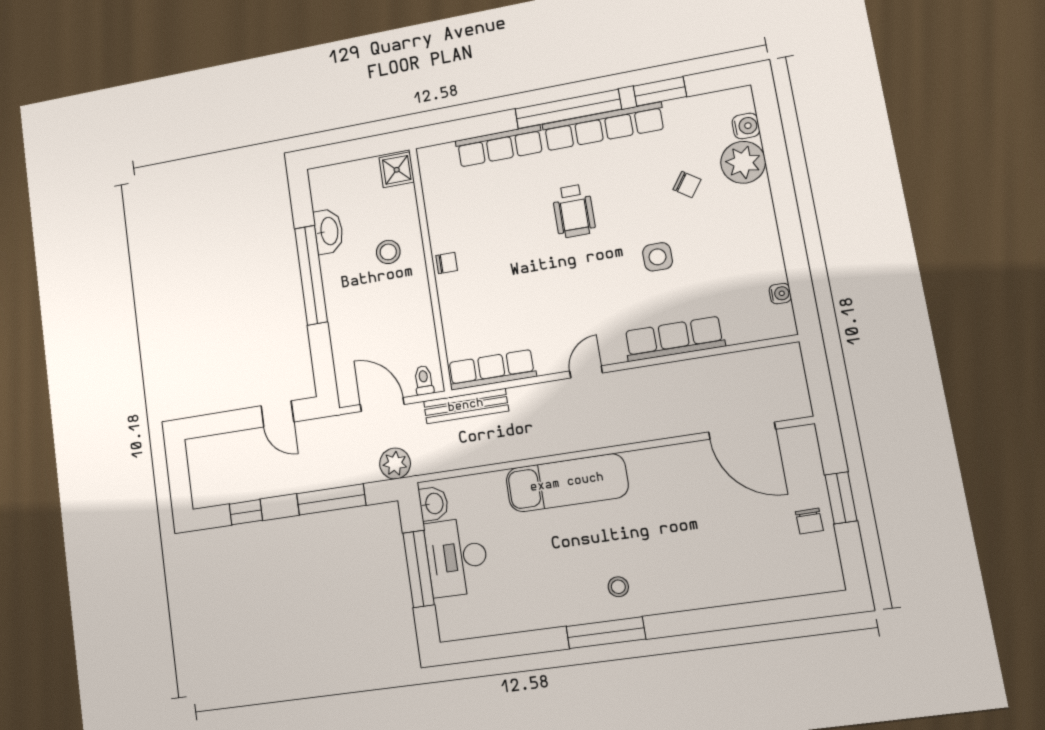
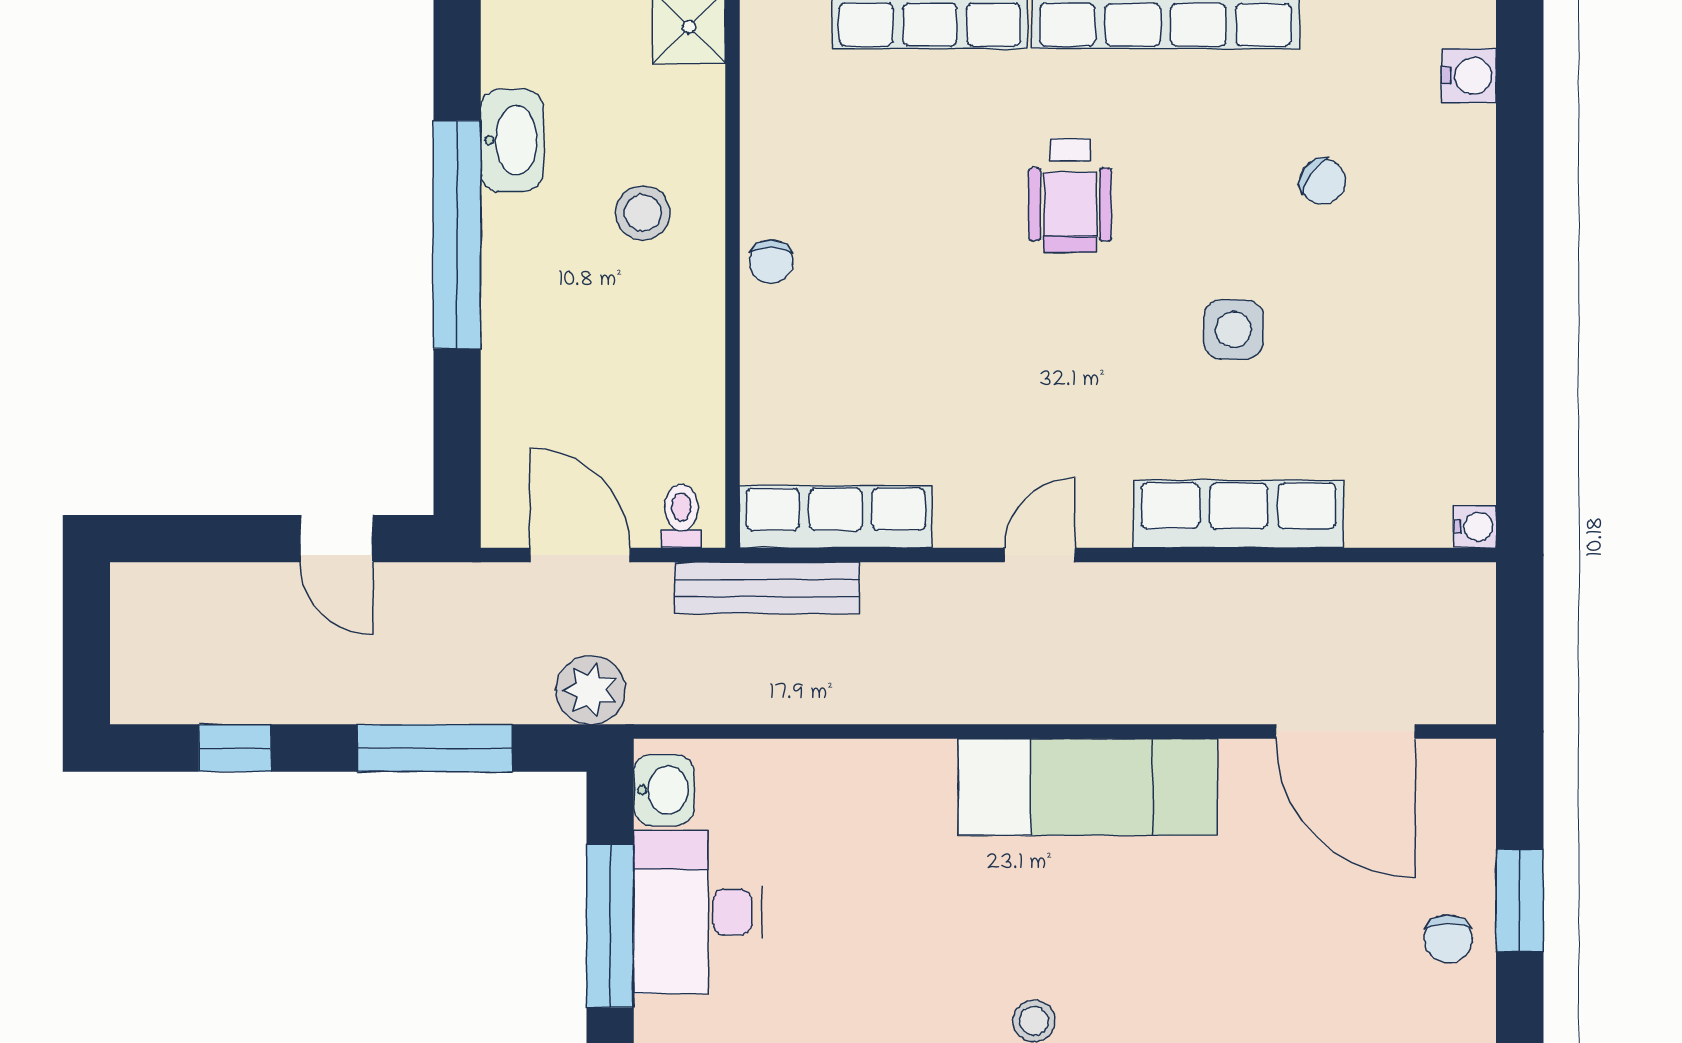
plant: (743, 162) -> (1449, 155), removed
chair: (447, 263) -> (771, 261), turned 90
water cooler: (780, 294) -> (1475, 527), moved
exam couch: (567, 483) -> (1088, 787), moved

